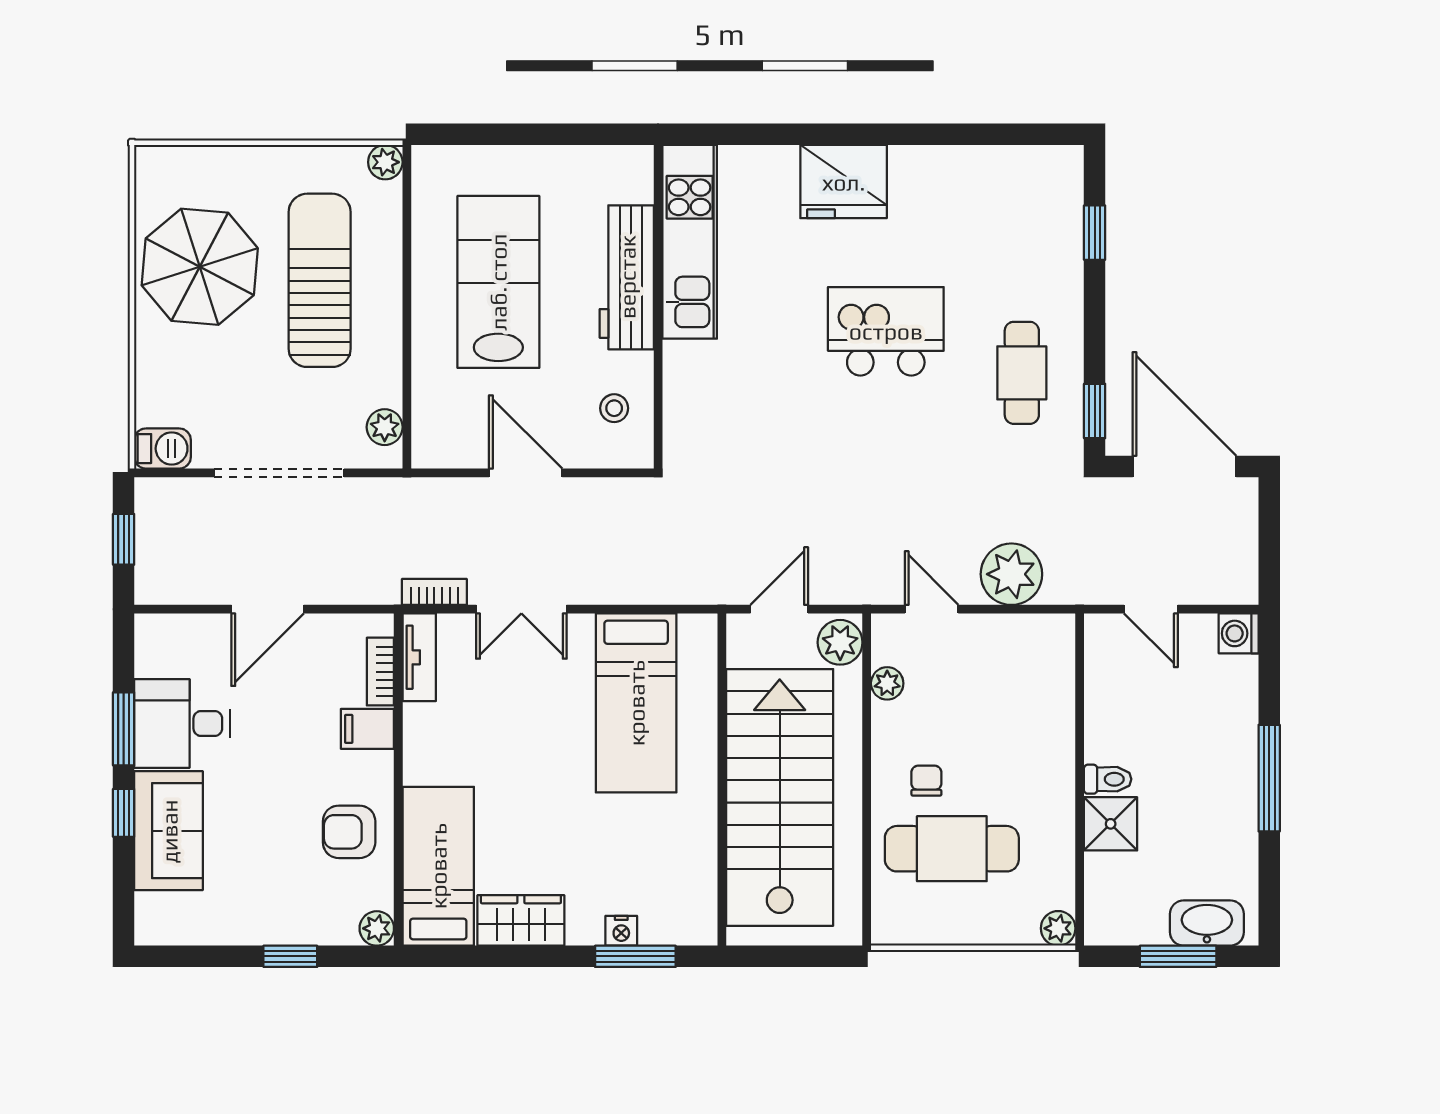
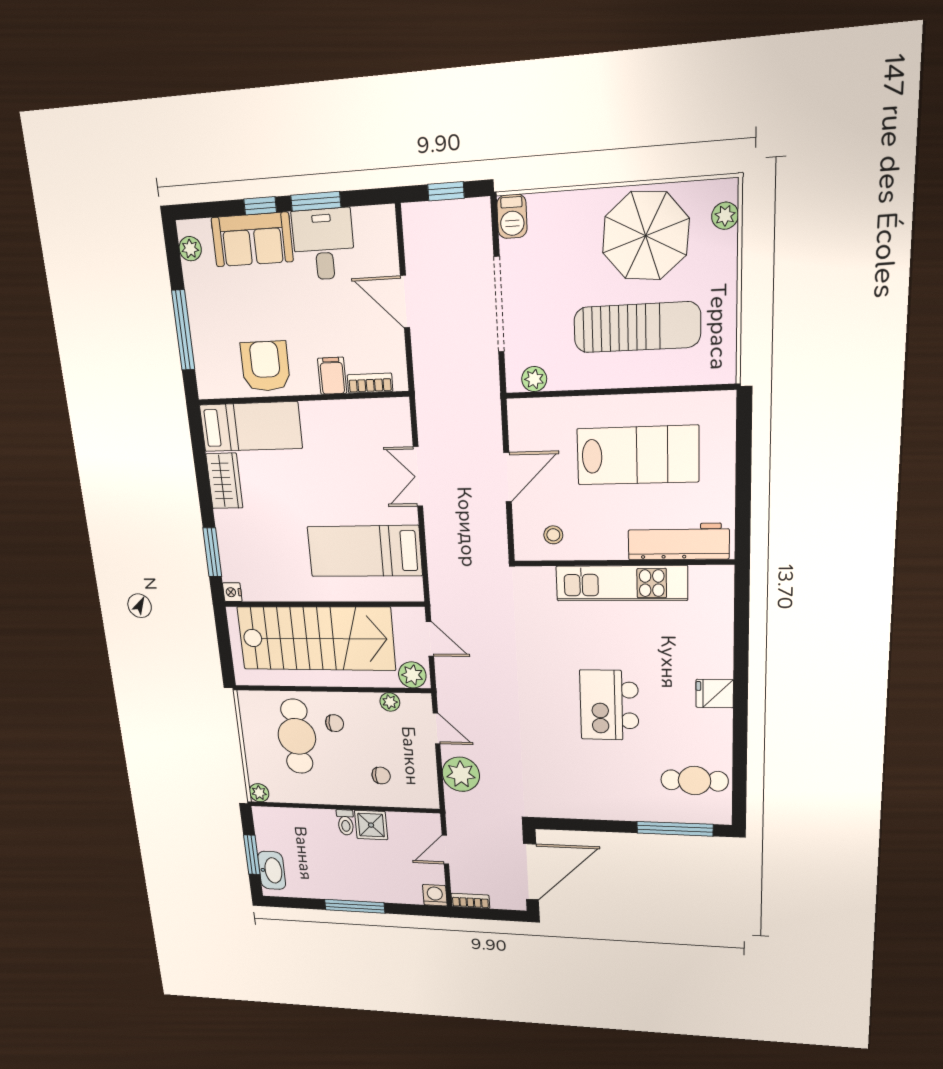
plant: (385, 162) -> (725, 216), moved
fridge: (844, 182) -> (715, 694), width x0.53, depth x0.75
window: (1095, 233) -> (675, 829), width x2.17
kitchen unit: (690, 242) -> (621, 583), moved
workbench: (627, 277) -> (678, 542), moved
kitchen island: (886, 331) -> (609, 705), turned 180
cafe table: (1022, 373) -> (695, 781), moved
window: (1095, 411) -> (563, 824), removed
bookcase: (434, 592) -> (470, 901), moved, turned -90
door: (932, 609) -> (436, 728), hinge flipped
tv unit: (419, 657) -> (381, 409), removed
chair: (1018, 709) -> (381, 775), added
shower: (1111, 824) -> (371, 825), moved
armchair: (349, 832) -> (265, 366), width x1.38, depth x1.38
plant: (377, 928) -> (190, 249), moved
nightstand: (621, 931) -> (232, 592), moved
window: (290, 956) -> (183, 330), width x2.17

